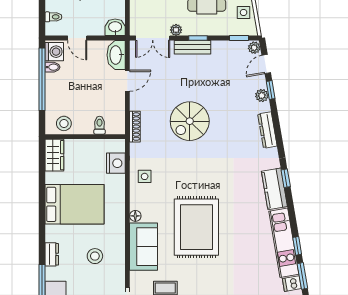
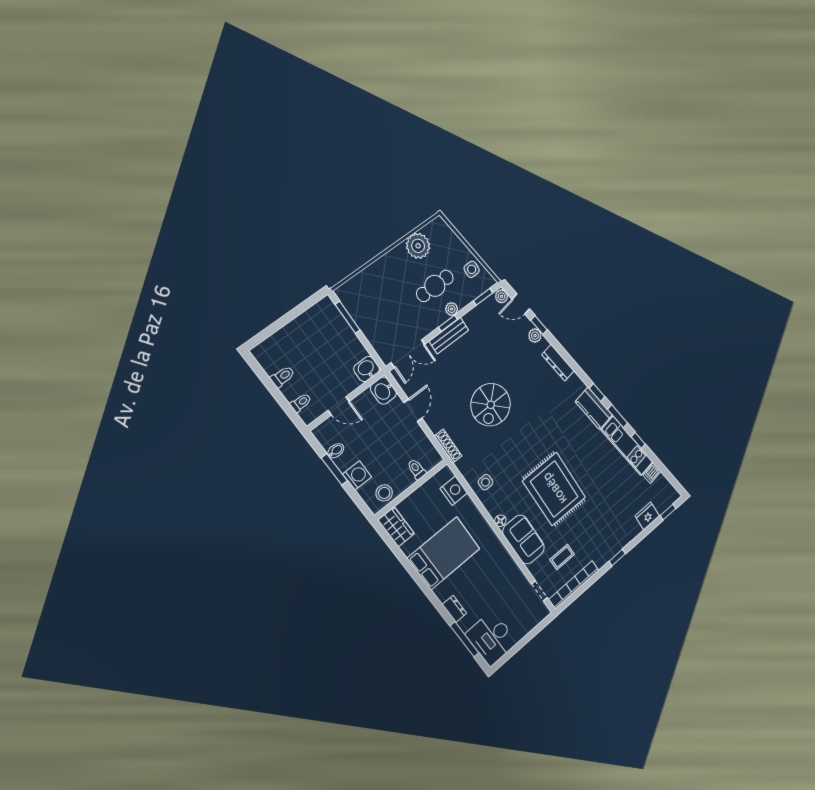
plant: (176, 30) -> (452, 309), moved
washing machine: (54, 52) -> (357, 476), moved
washbasin: (116, 55) -> (383, 391), width x0.72
door: (266, 64) -> (521, 304), hinge flipped
window: (42, 79) -> (334, 469), width x0.47
stool: (95, 256) -> (490, 580), removed
window: (302, 276) -> (617, 416), moved

